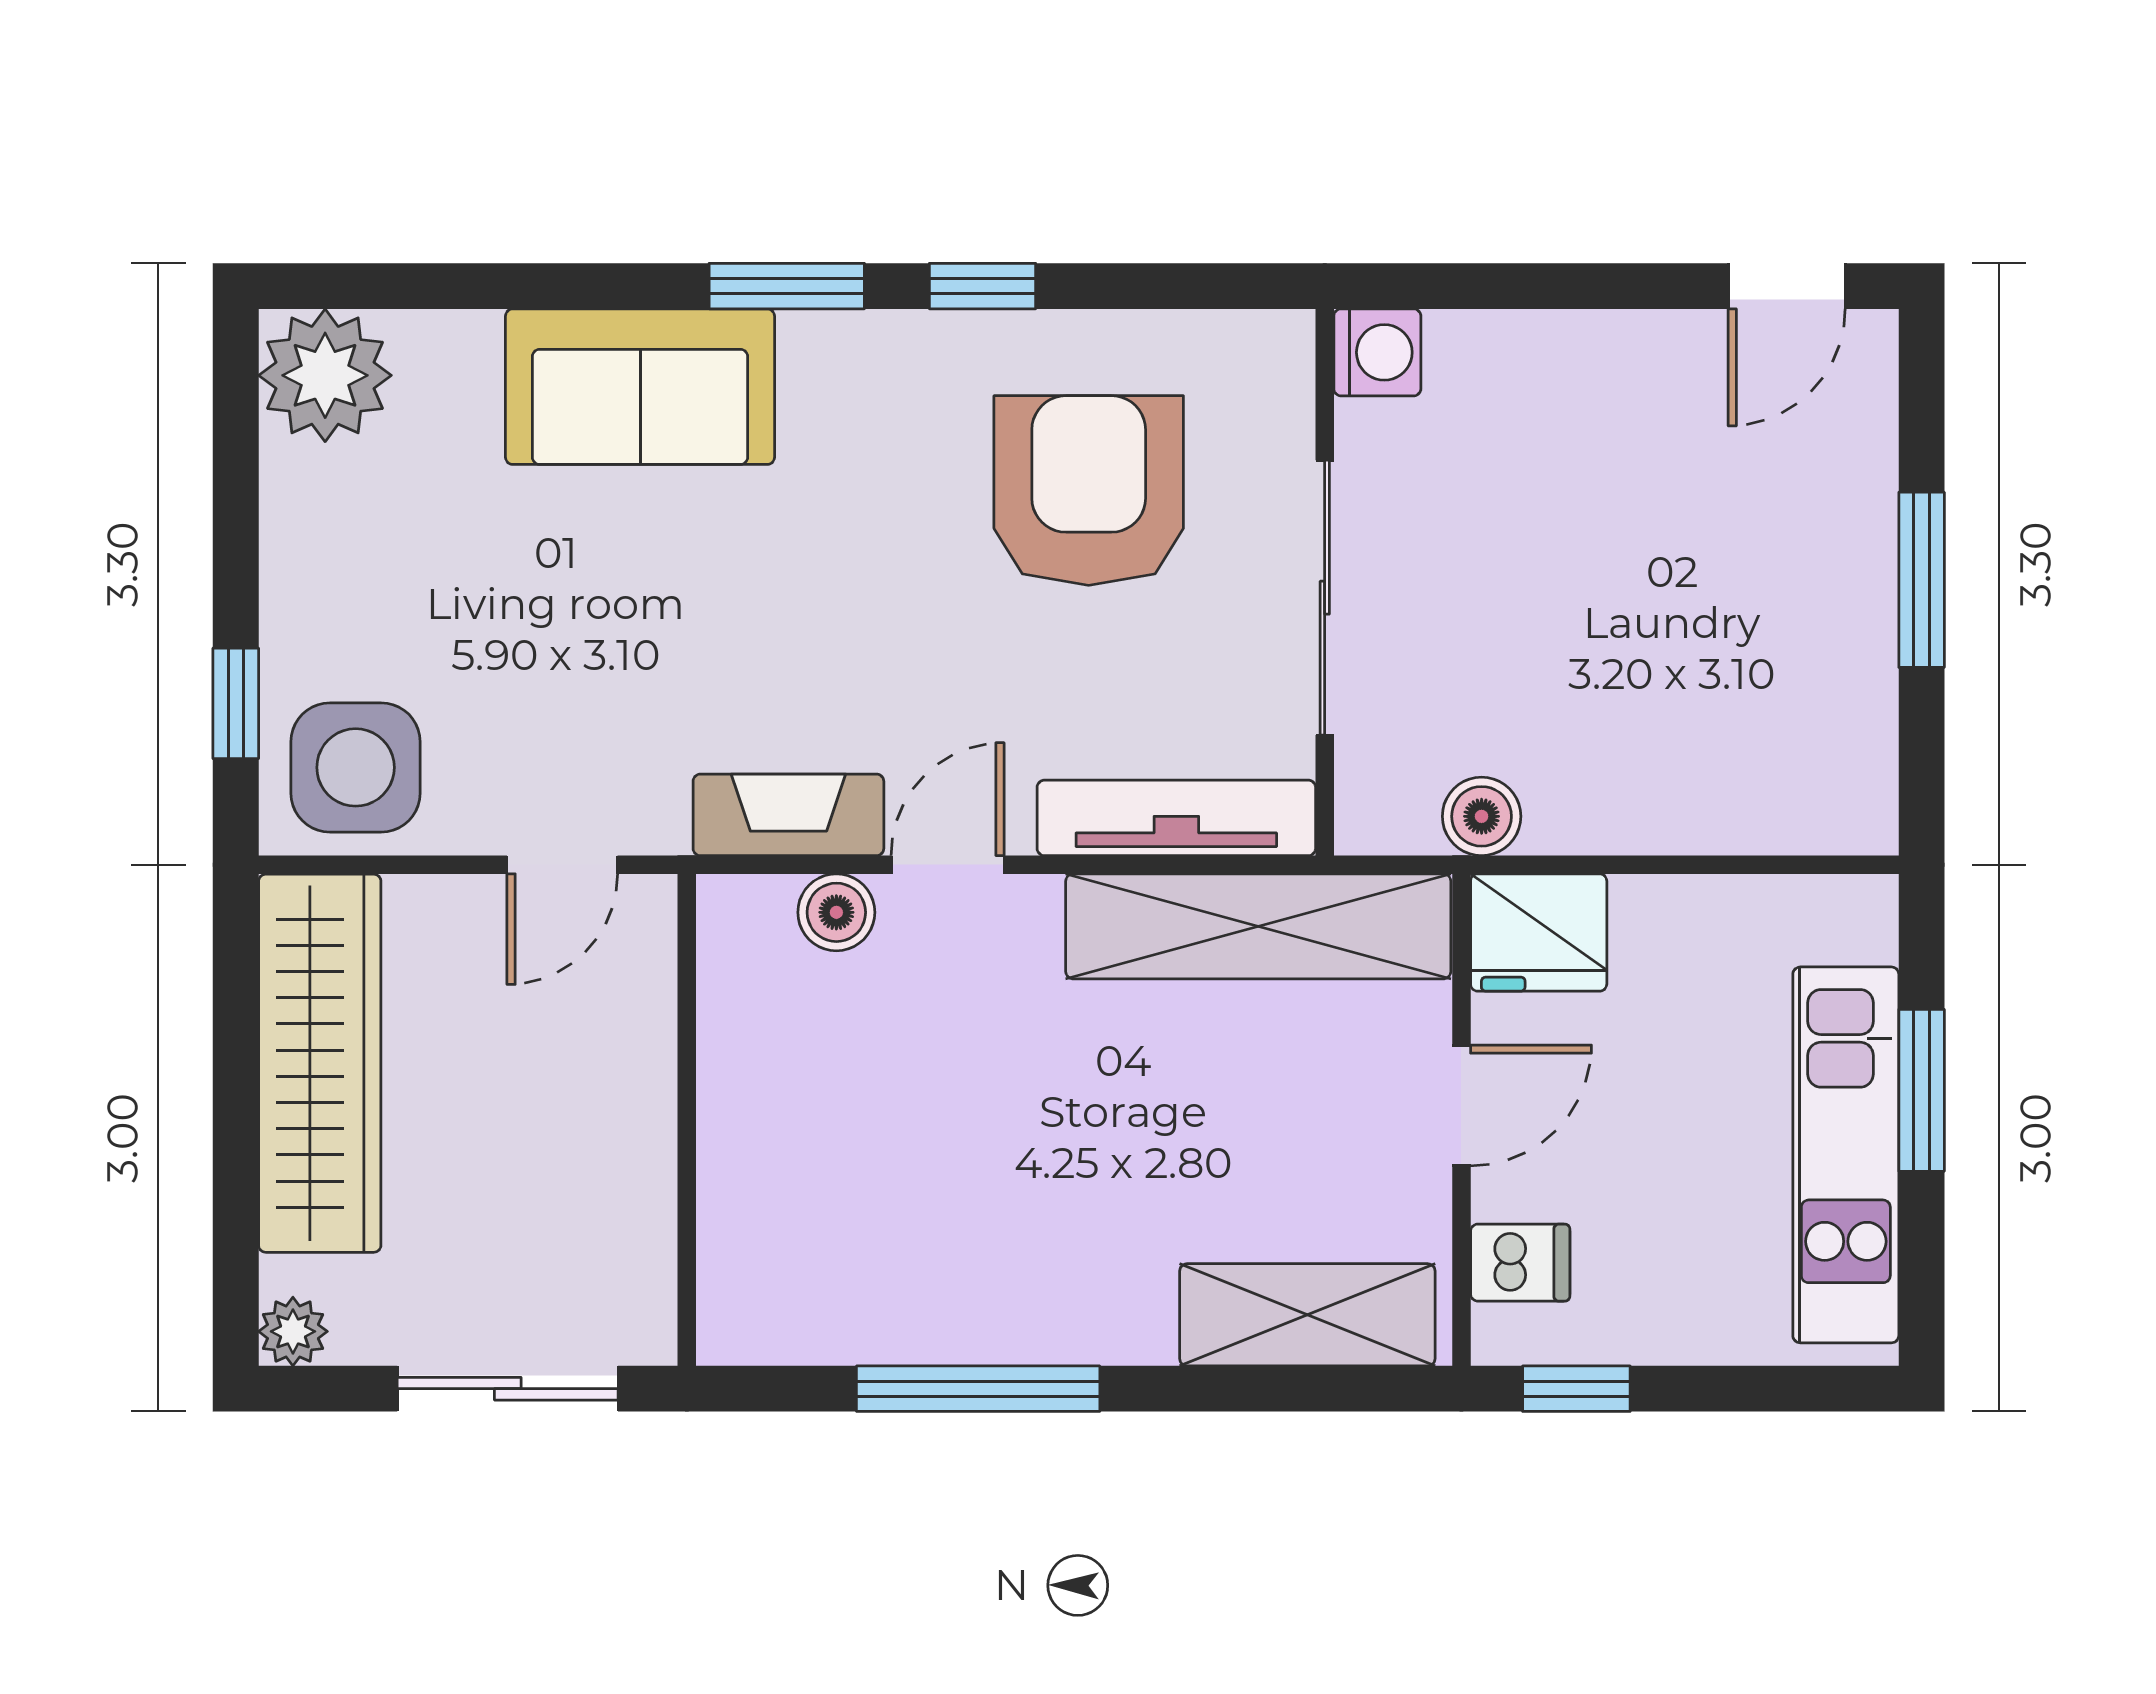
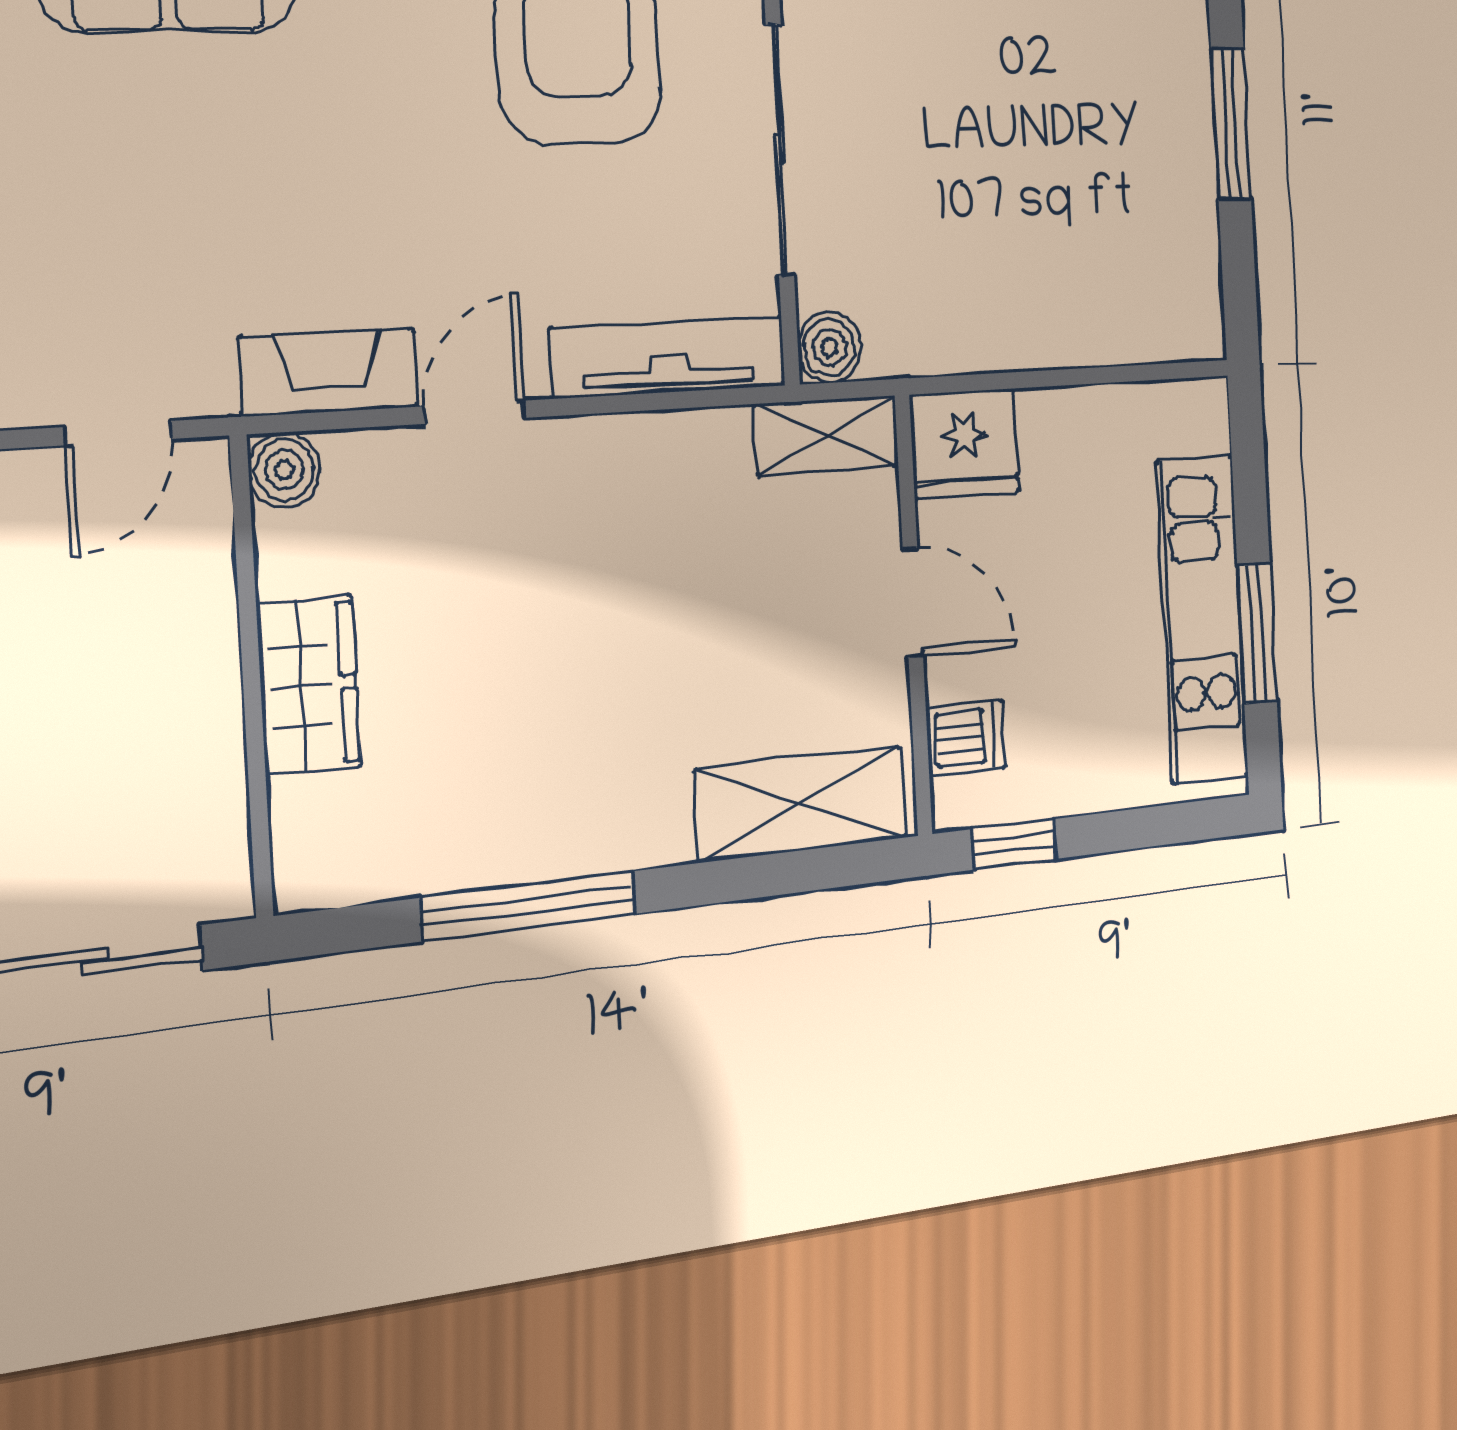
boiler: (1482, 816) -> (829, 347), moved
boiler: (836, 912) -> (284, 470), moved
shelving: (1258, 926) -> (826, 435), width x0.45, depth x0.75
window: (1922, 1090) -> (1257, 633), moved
door: (1461, 1105) -> (913, 602), hinge flipped
wardrobe: (748, 1135) -> (309, 685), added

